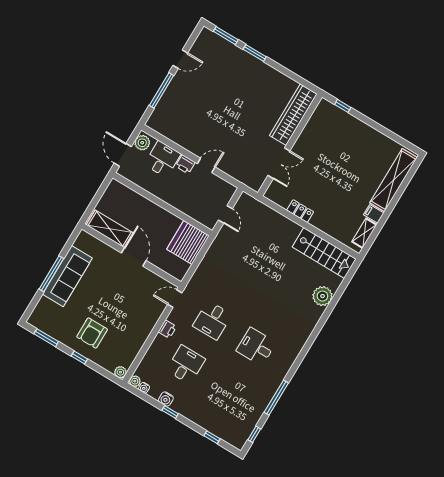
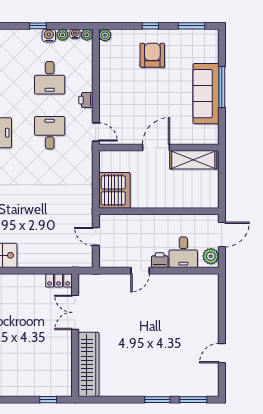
window: (162, 90) -> (222, 315), removed
door: (123, 155) -> (222, 234), hinge flipped
locker: (300, 211) -> (59, 280), moved
door: (134, 257) -> (156, 148), swing flipped
door: (175, 299) -> (96, 132), hinge flipped
plant: (154, 393) -> (63, 35), added

